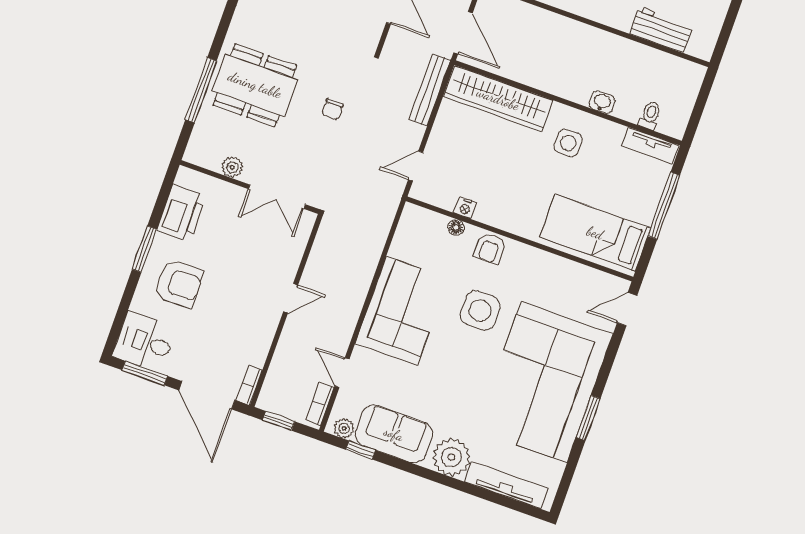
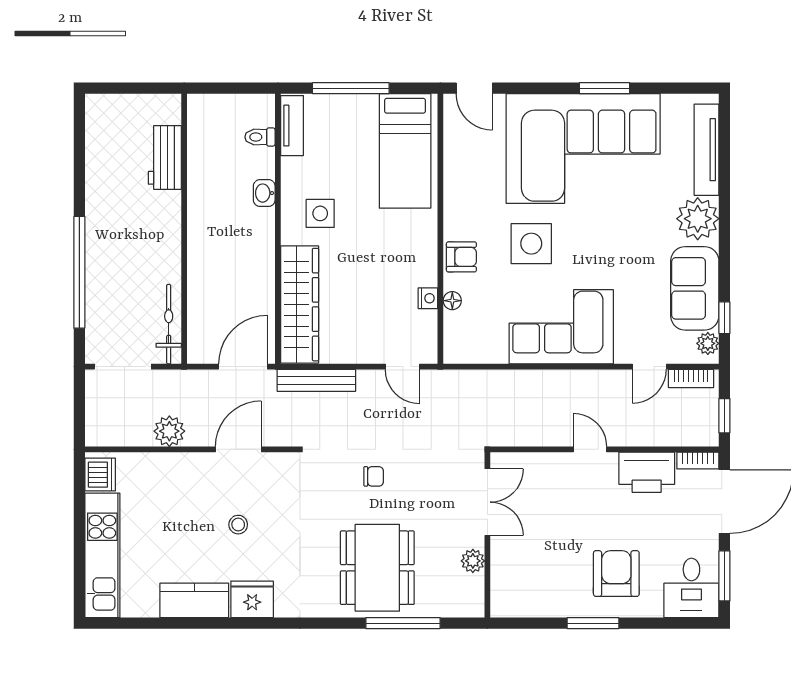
printer: (181, 213) -> (647, 472), moved, turned 180

